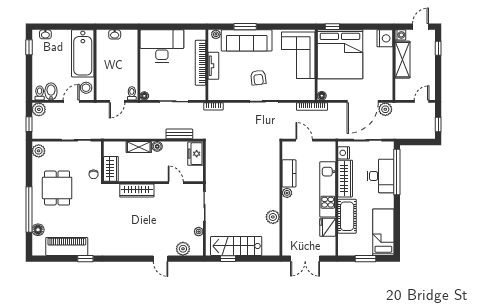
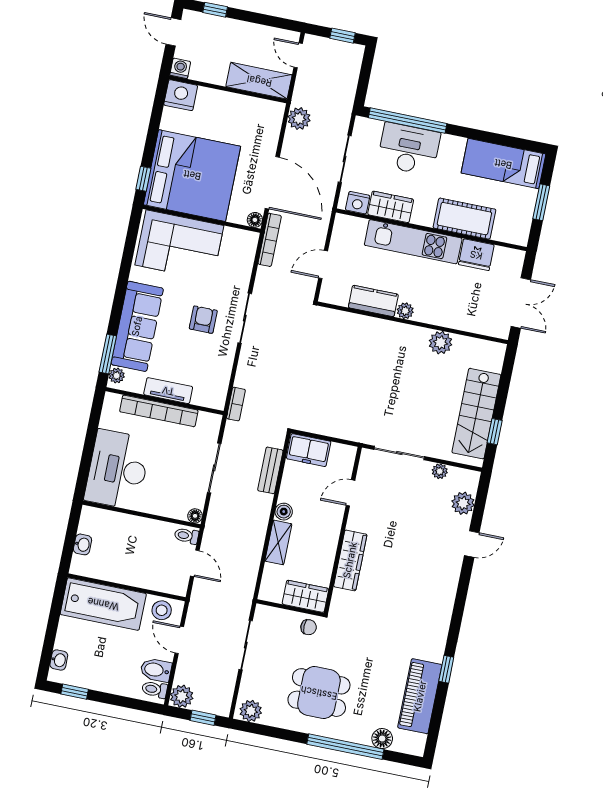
window: (245, 27) -> (108, 354), moved
shelving: (402, 60) -> (259, 81), moved
armchair: (258, 78) -> (203, 320), turned -83
door: (363, 101) -> (272, 183), moved
wardrobe: (345, 179) -> (391, 207), width x0.67

